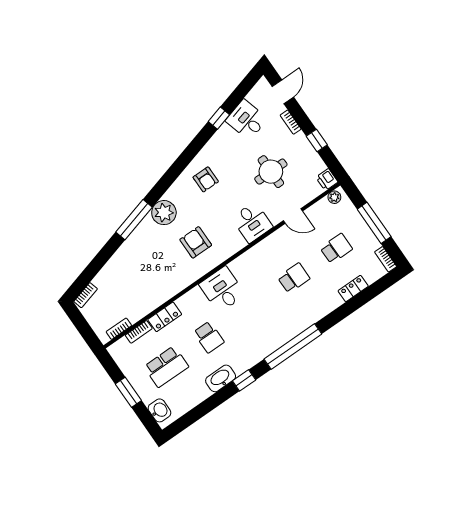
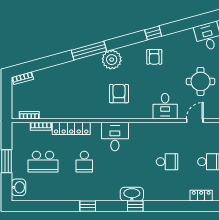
window: (219, 118) -> (153, 33), moved
door: (293, 216) -> (195, 121), swing flipped
locker: (165, 317) -> (71, 128), width x1.53
window: (293, 346) -> (135, 206), width x0.32
washbasin: (221, 378) -> (132, 194), moved

